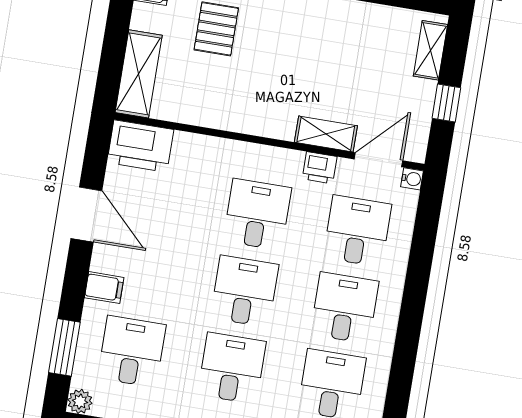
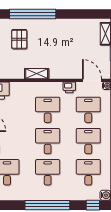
shelving: (326, 134) -> (37, 74), moved
door: (378, 160) -> (92, 80), hinge flipped

